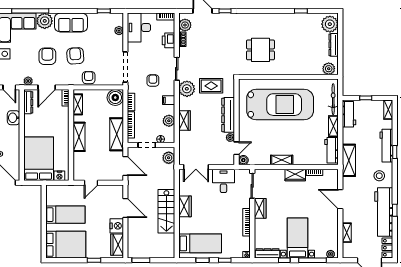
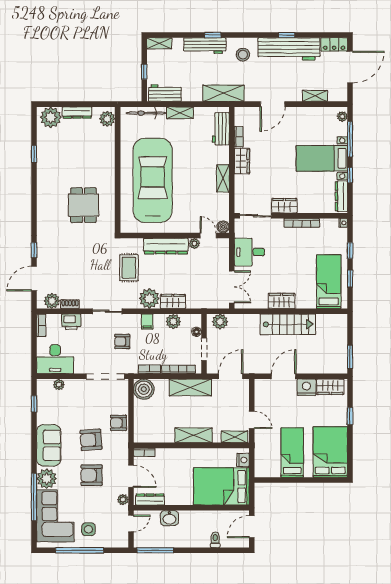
plant: (187, 89) -> (149, 299), moved
shelving: (78, 104) -> (234, 437), moved
workbench: (332, 150) -> (221, 129), moved, turned 90

